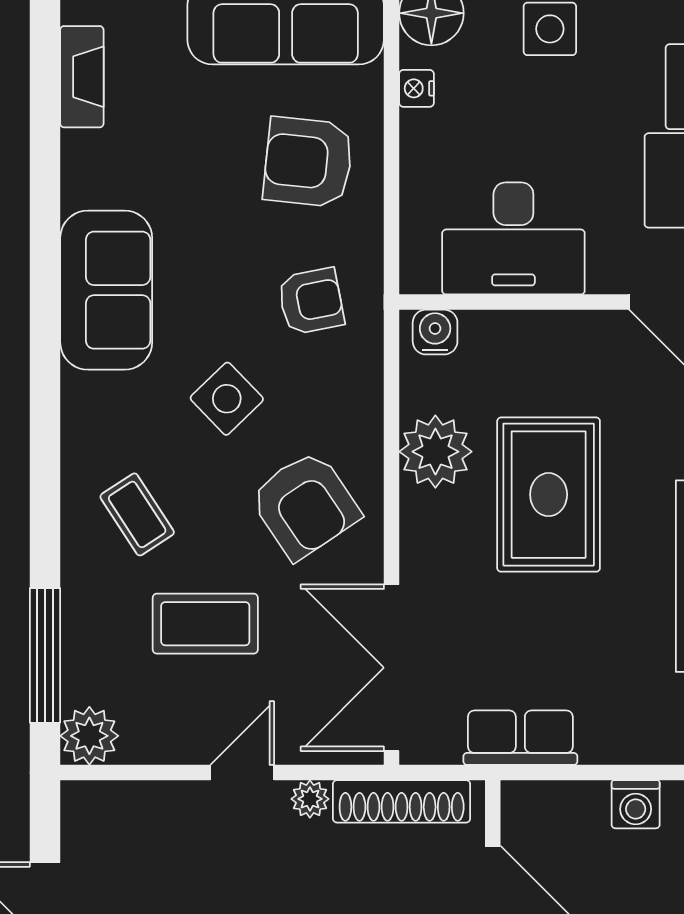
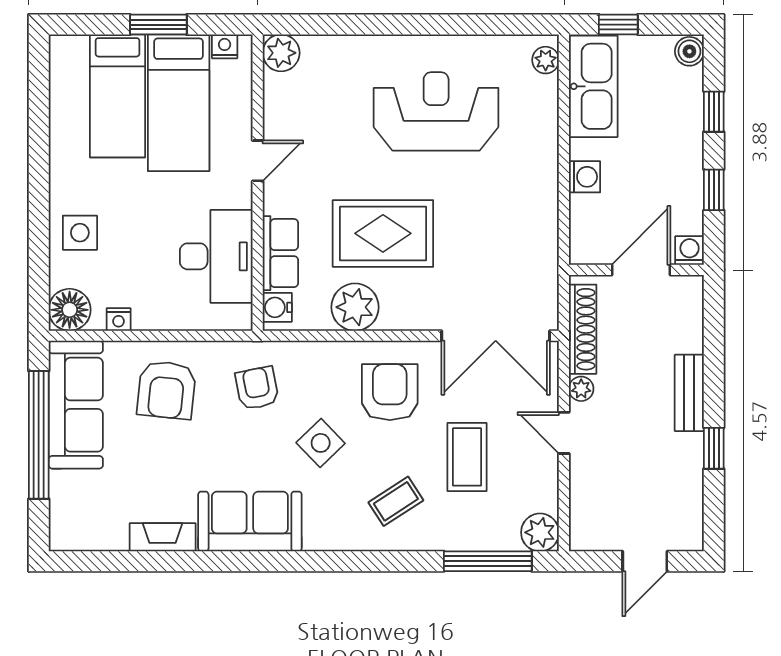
fireplace: (82, 77) -> (163, 537), moved
armchair: (305, 505) -> (390, 392), turned -56
row of seats: (520, 738) -> (280, 253), moved, turned 180

